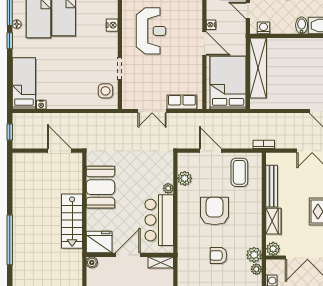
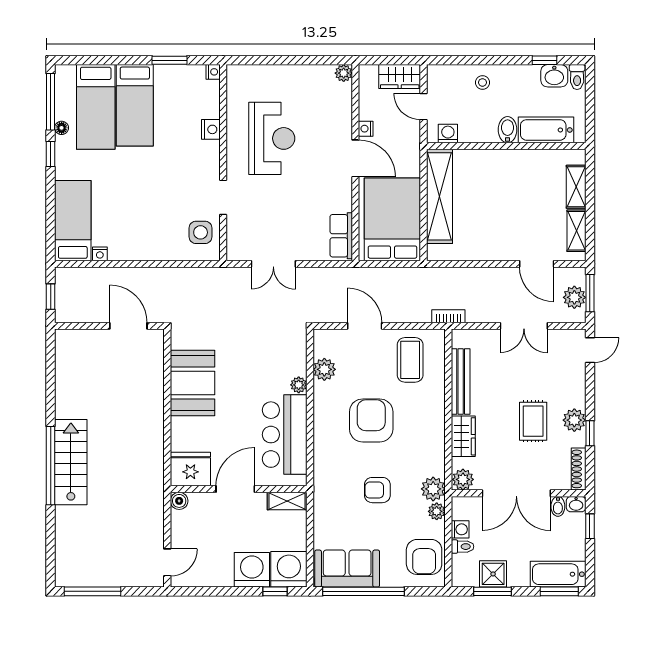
row of seats: (182, 102) -> (341, 236), moved, turned -90
stairs: (72, 221) -> (71, 462), moved, turned 180

